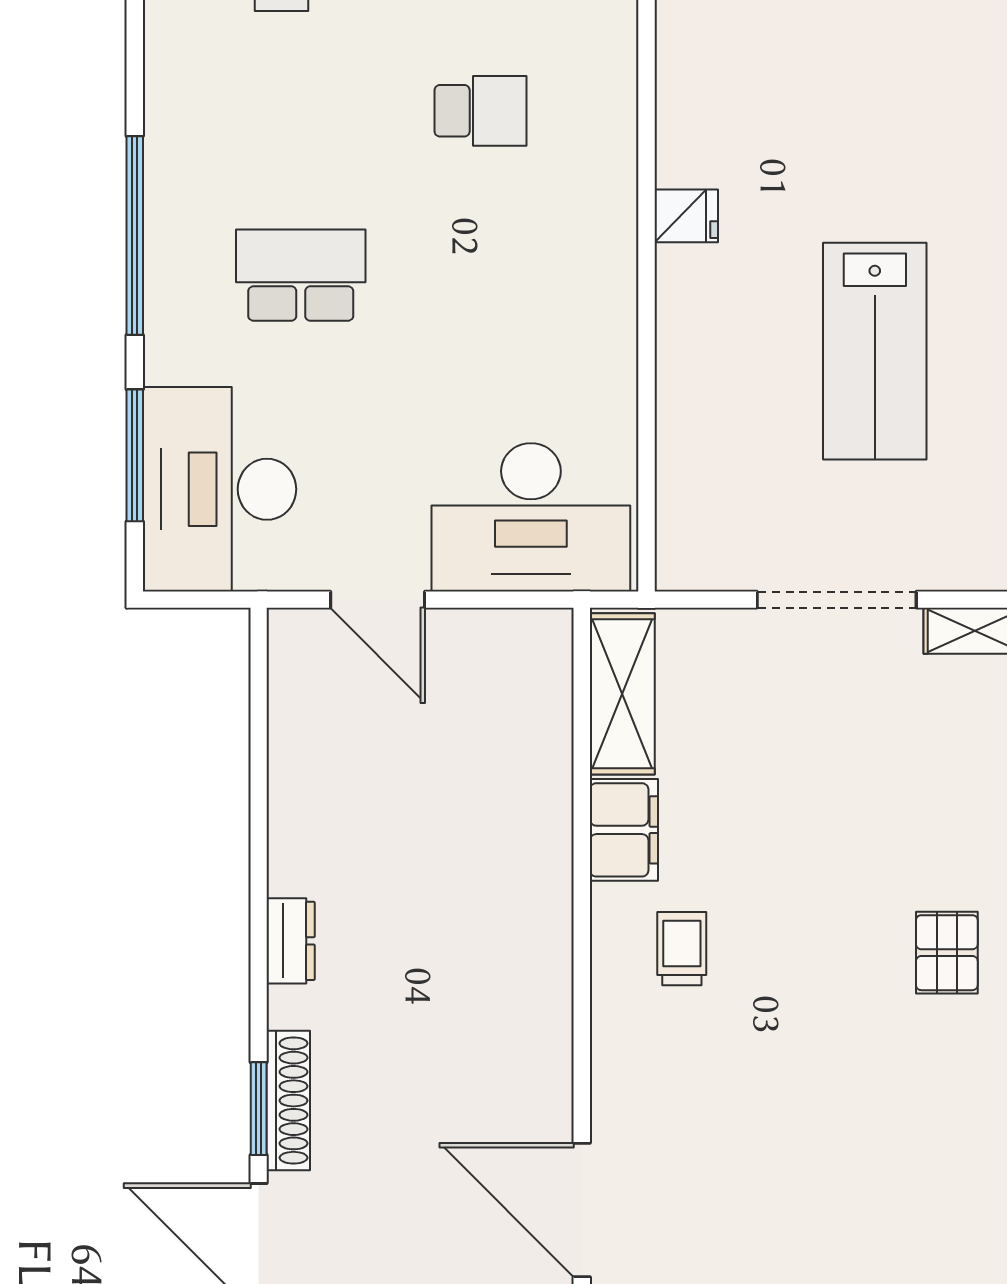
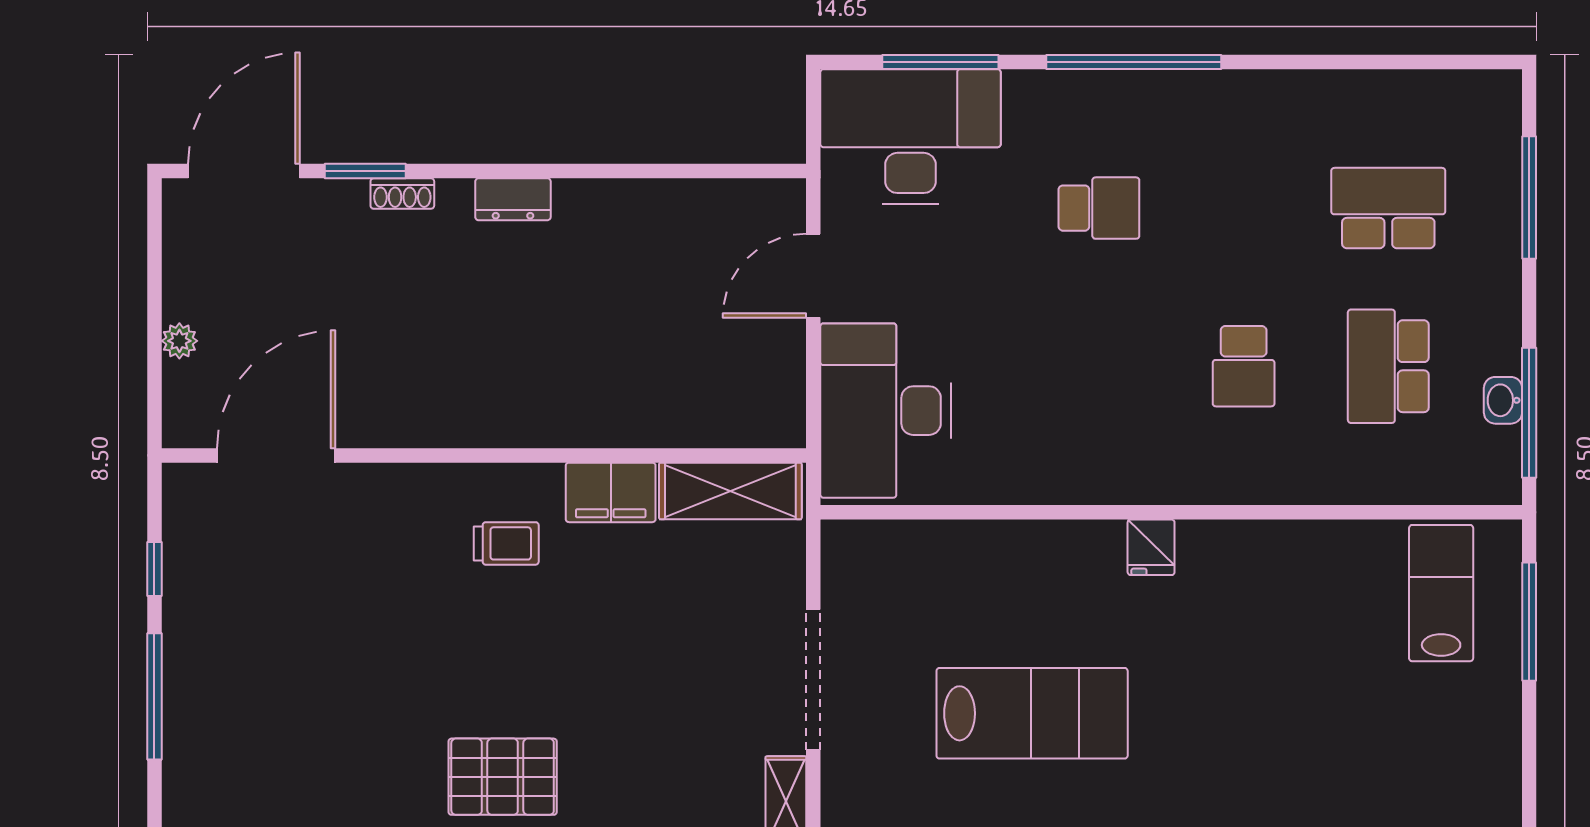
school desk: (301, 275) -> (1099, 208), width x0.54
lab bench: (875, 351) -> (1032, 713), turned 180
pallet: (947, 953) -> (503, 777), width x1.50, depth x1.42
shoe rack: (288, 1101) -> (402, 194), width x0.51, depth x0.81

